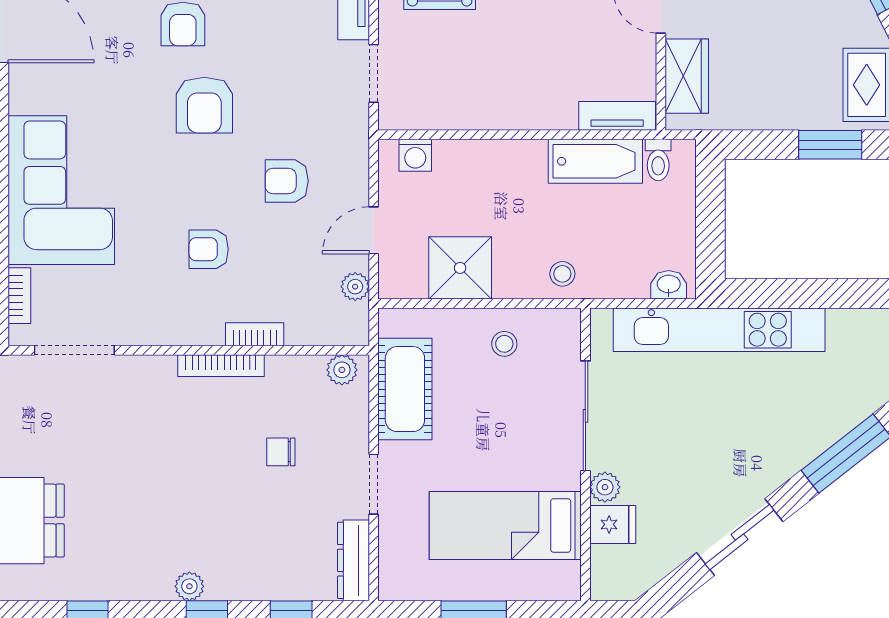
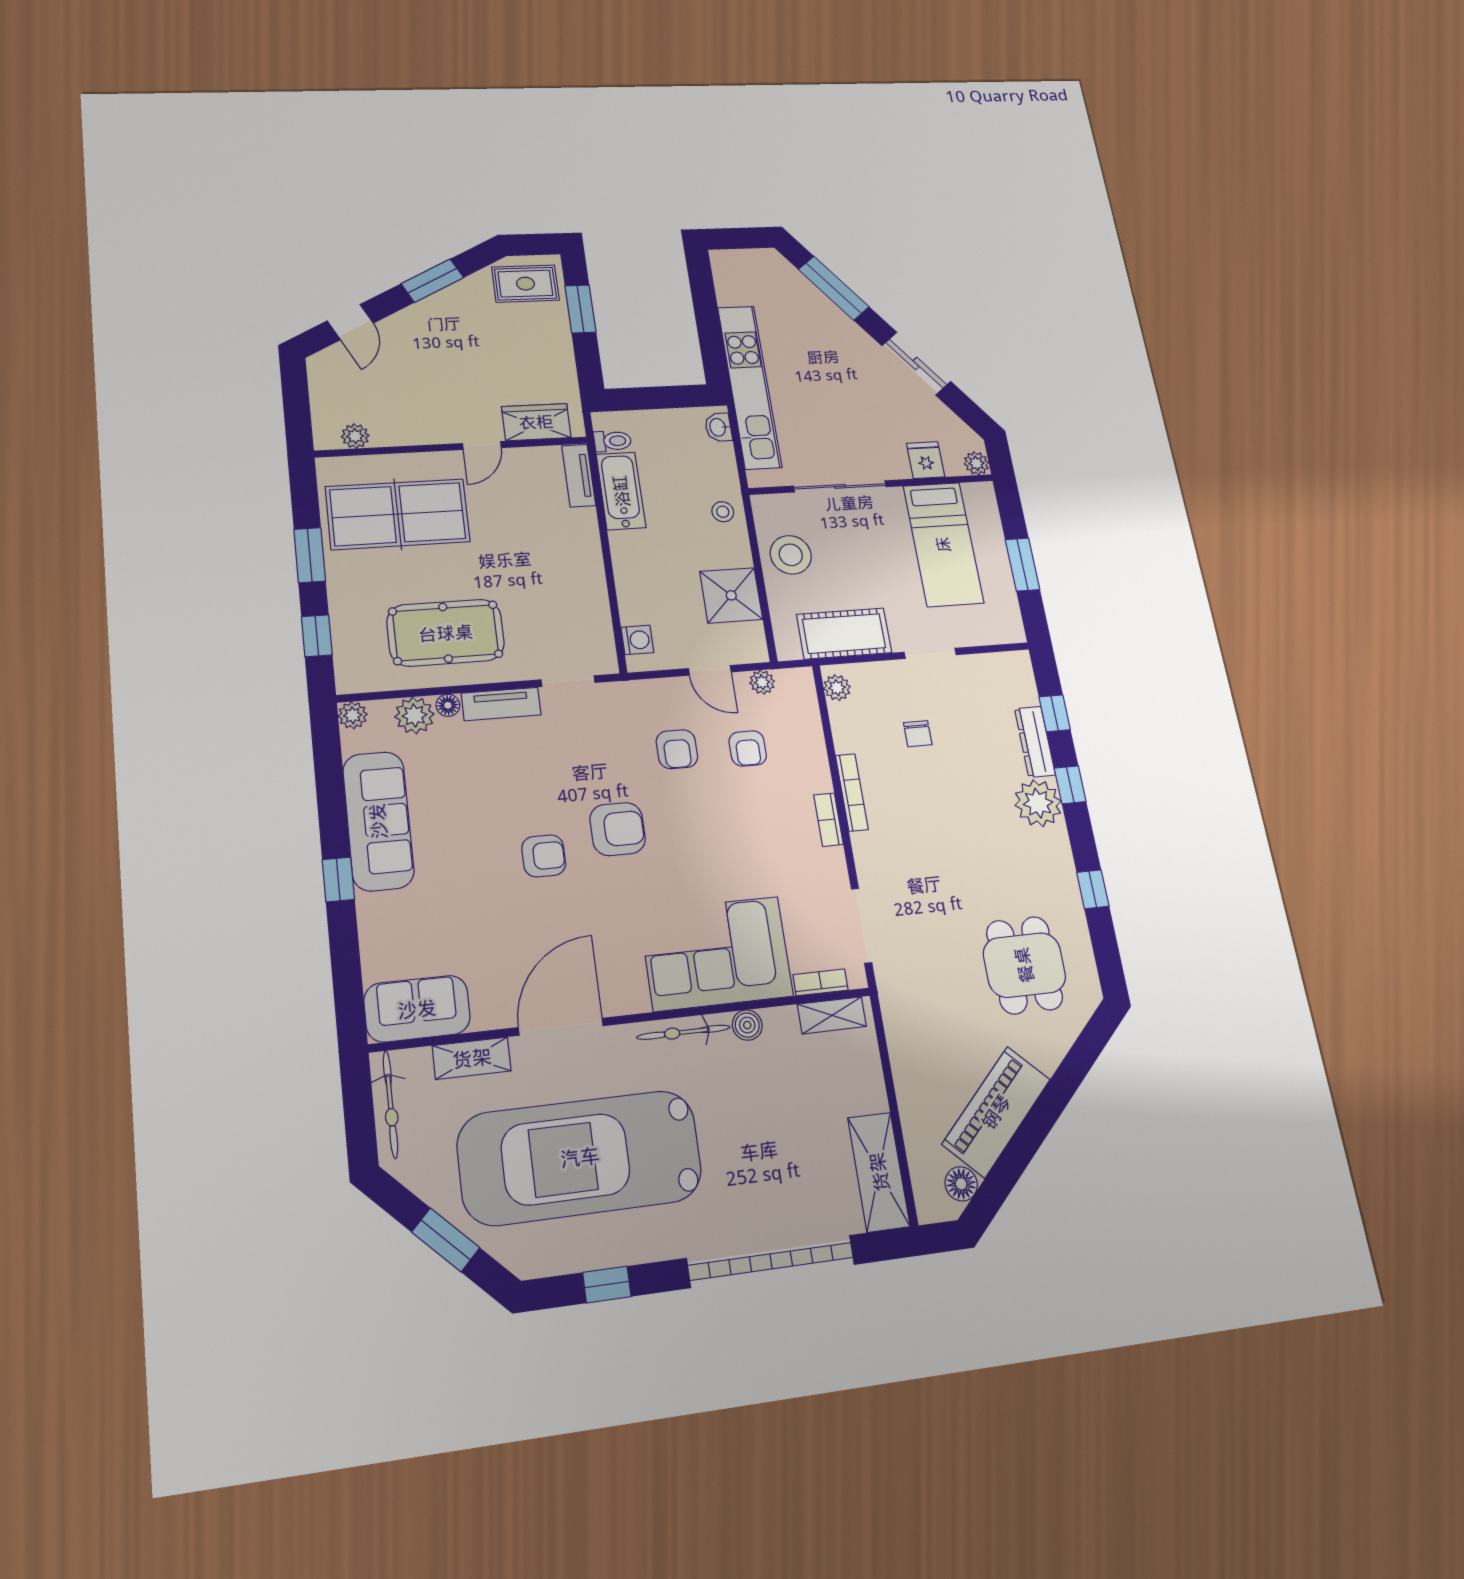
armchair: (209, 249) -> (748, 749), moved
bookcase: (255, 334) -> (828, 820), moved
stool: (504, 344) -> (791, 555), width x1.89, depth x1.89
plant: (605, 487) -> (976, 463), moved
dresser: (353, 560) -> (1035, 742), moved, turned 90
plant: (189, 586) -> (1038, 803), width x1.87, depth x1.87

